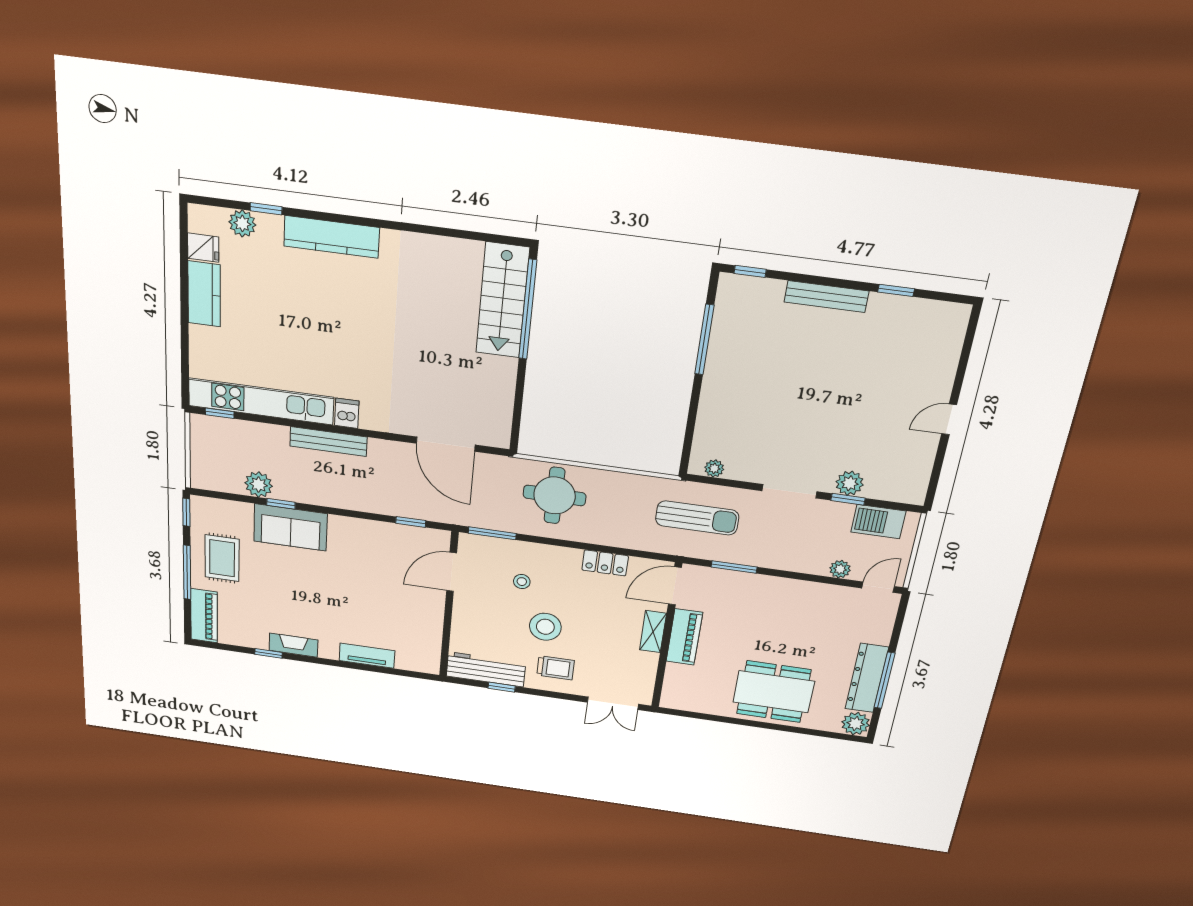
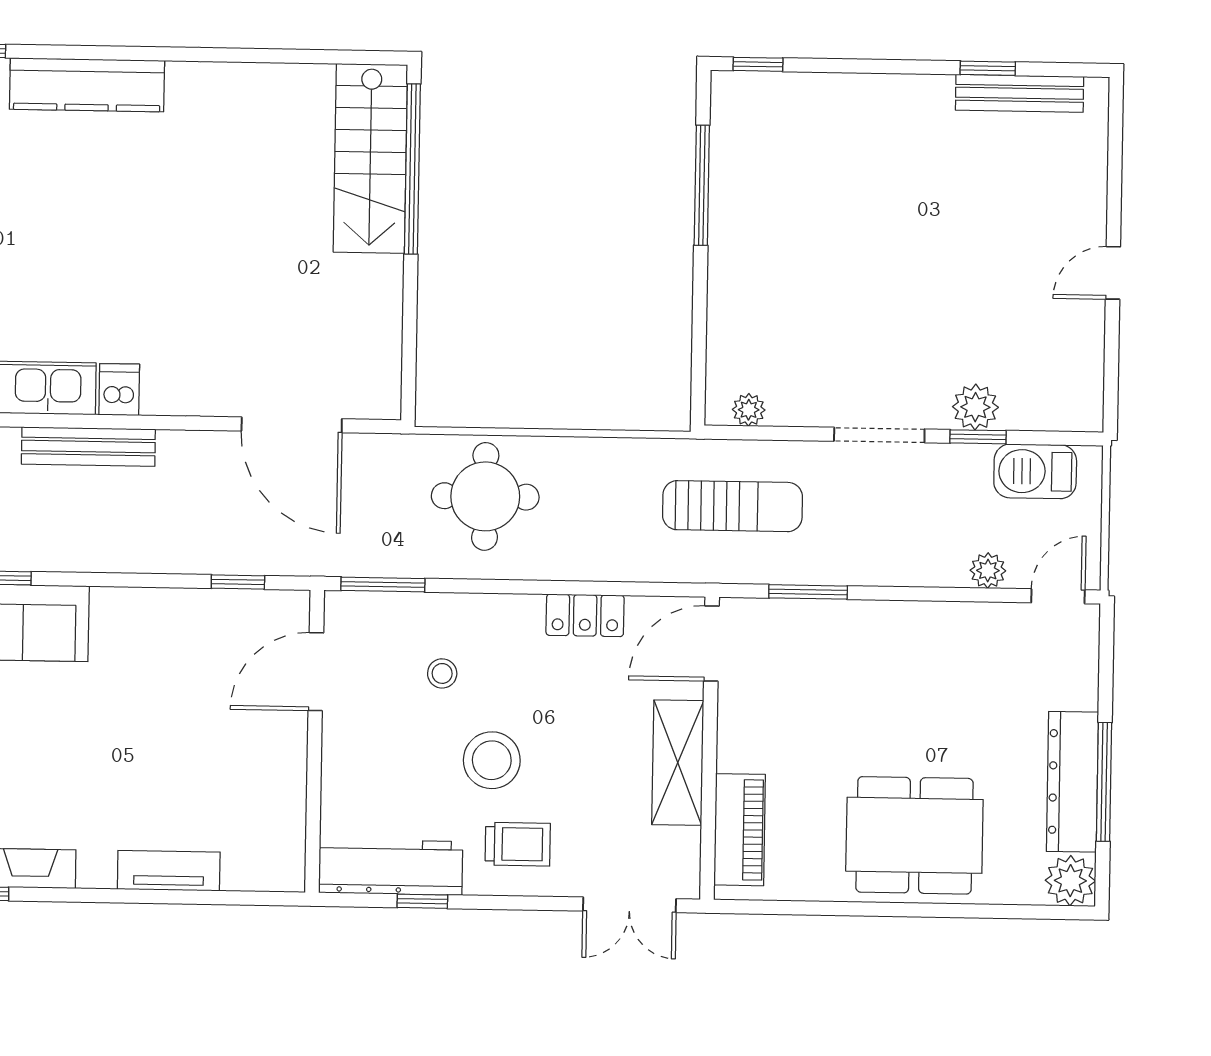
bench: (826, 297) -> (1020, 93), moved
shelving: (653, 632) -> (678, 763), width x1.50, depth x1.33
piano: (684, 637) -> (740, 830), moved

